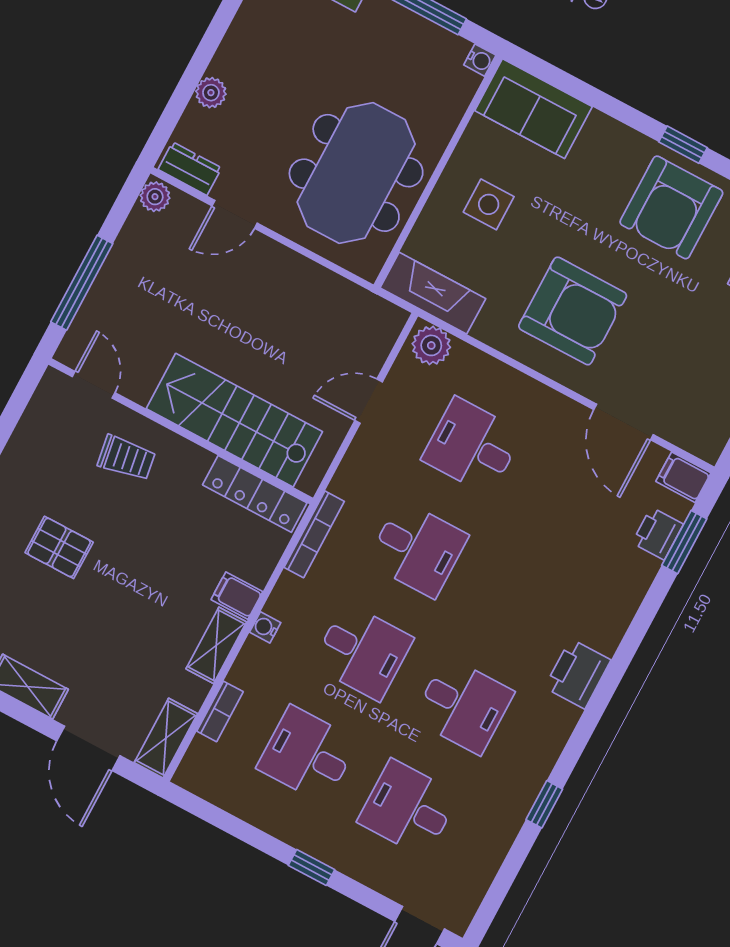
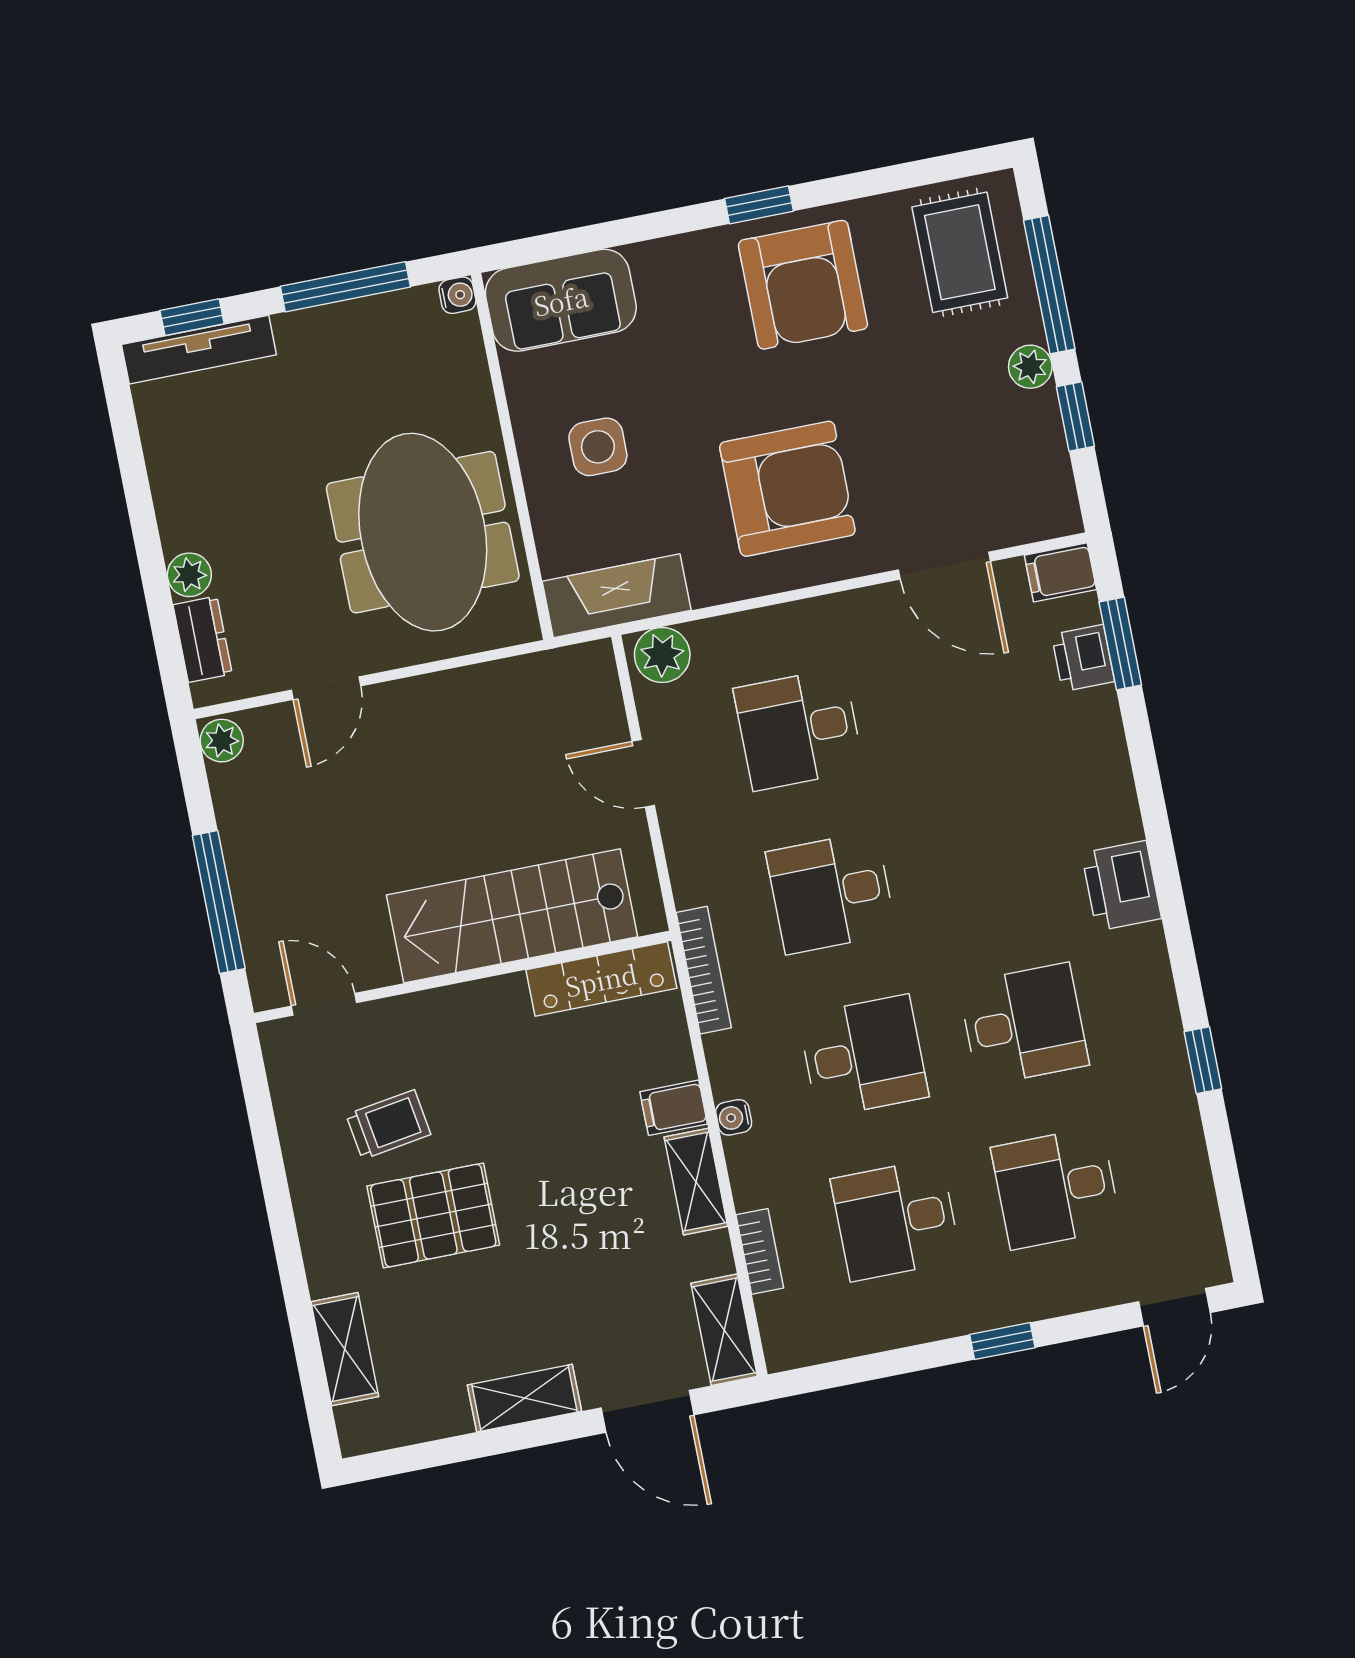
dresser: (190, 169) -> (203, 639), moved, turned 90
door: (369, 401) -> (643, 773), hinge flipped
trolley: (127, 458) -> (388, 1125), moved
pallet: (59, 547) -> (433, 1216), width x1.50, depth x1.42
desk: (417, 549) -> (831, 893), turned 180

